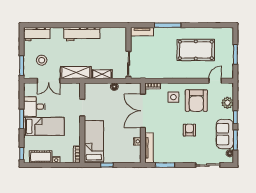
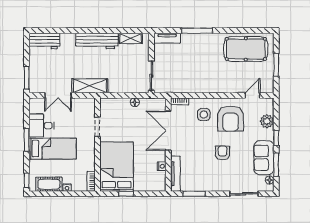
pool table: (196, 50) -> (246, 49), moved
stool: (42, 60) -> (50, 71), removed
shelving: (102, 74) -> (131, 38), moved
bed: (94, 142) -> (117, 167), width x1.50

